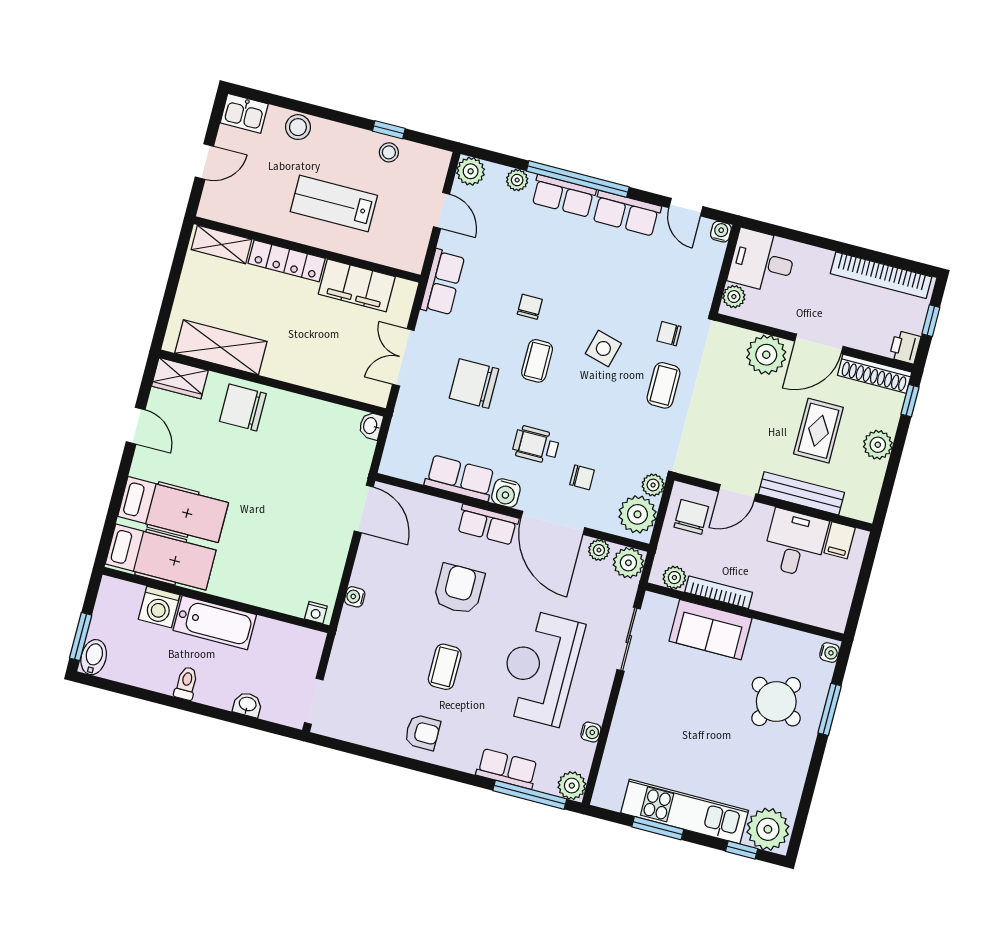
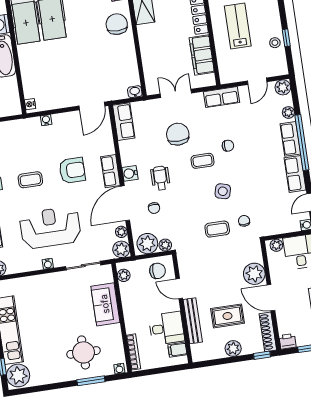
row of seats: (460, 478) -> (124, 122), moved
bookcase: (719, 592) -> (133, 352), moved
round table: (776, 702) -> (83, 352), turned -31
water cooler: (591, 732) -> (48, 264), moved

